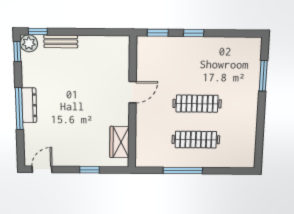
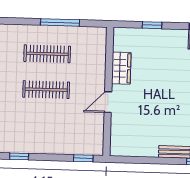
window: (194, 33) -> (19, 156), moved
wardrobe: (119, 142) -> (121, 68), moved

